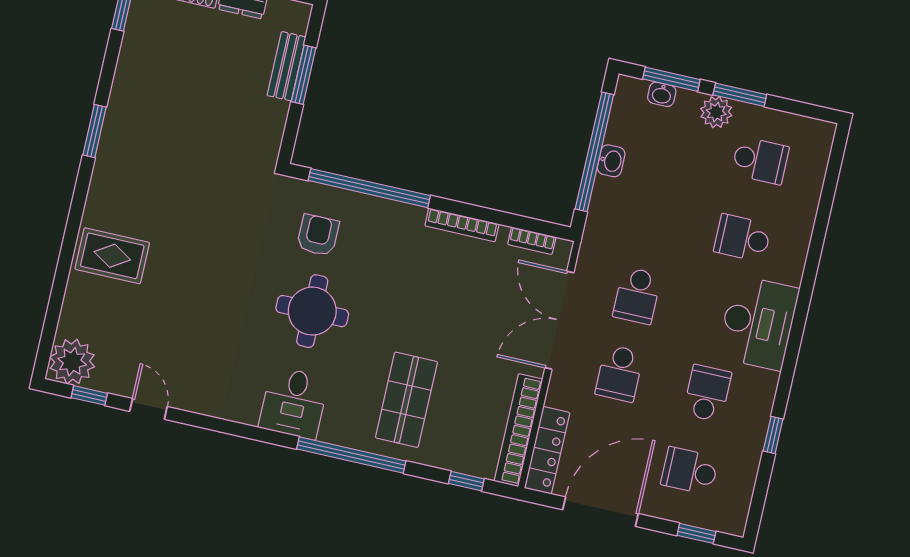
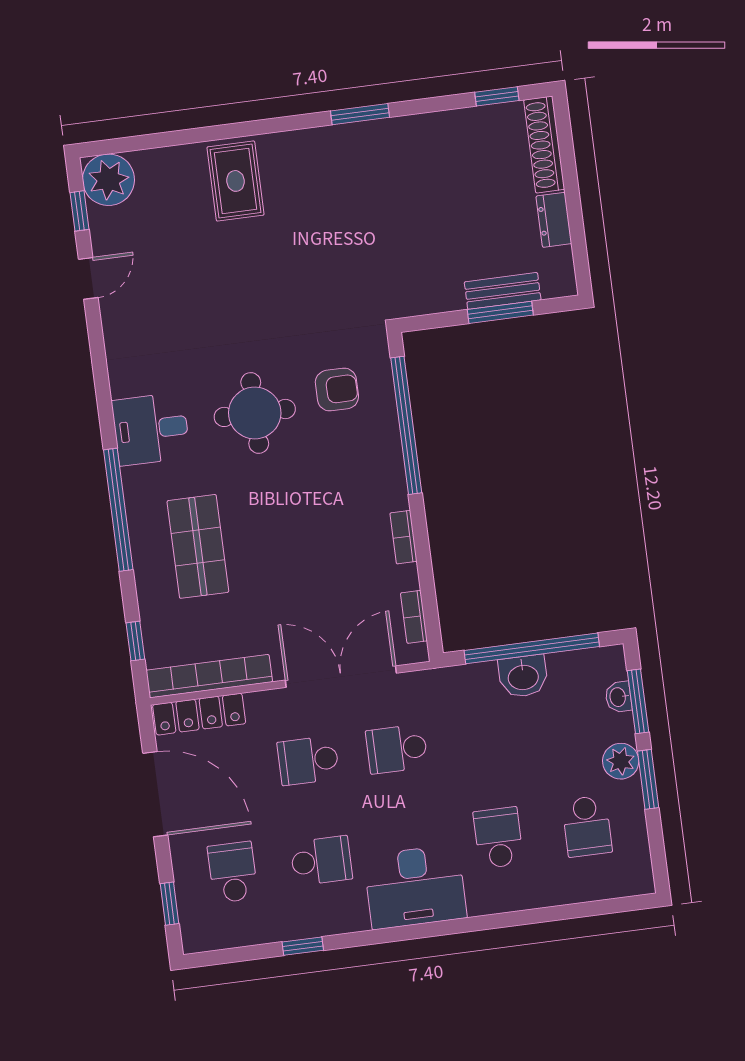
washbasin: (611, 161) -> (523, 676), width x1.38, depth x1.45
bookcase: (462, 225) -> (403, 537), width x0.64
shop shelf: (406, 400) -> (198, 546), turned 90

